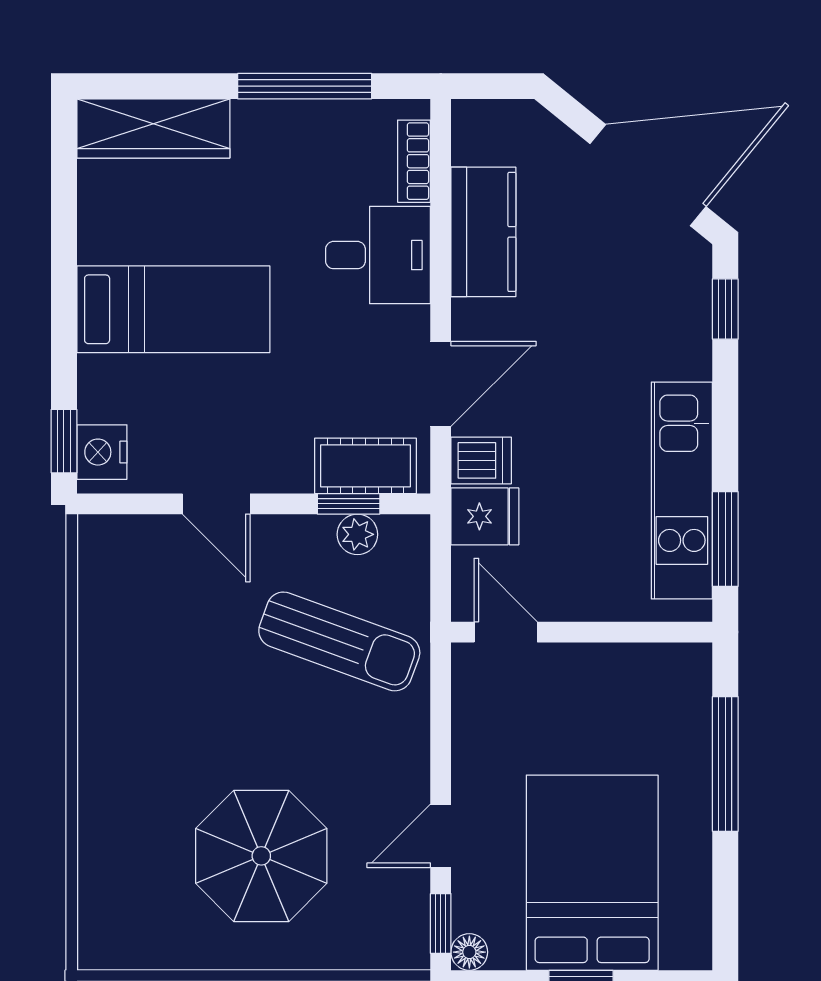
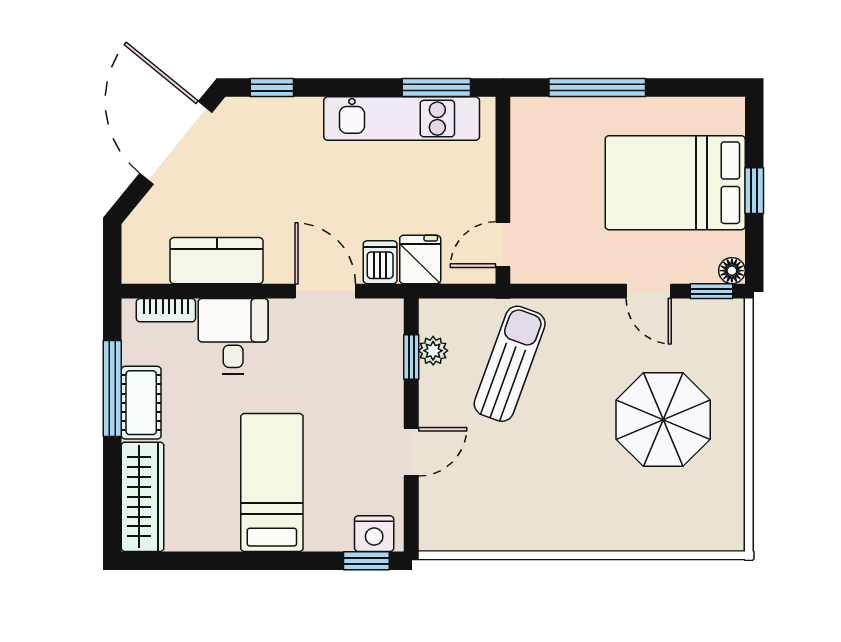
cot: (366, 466) -> (141, 403), moved

